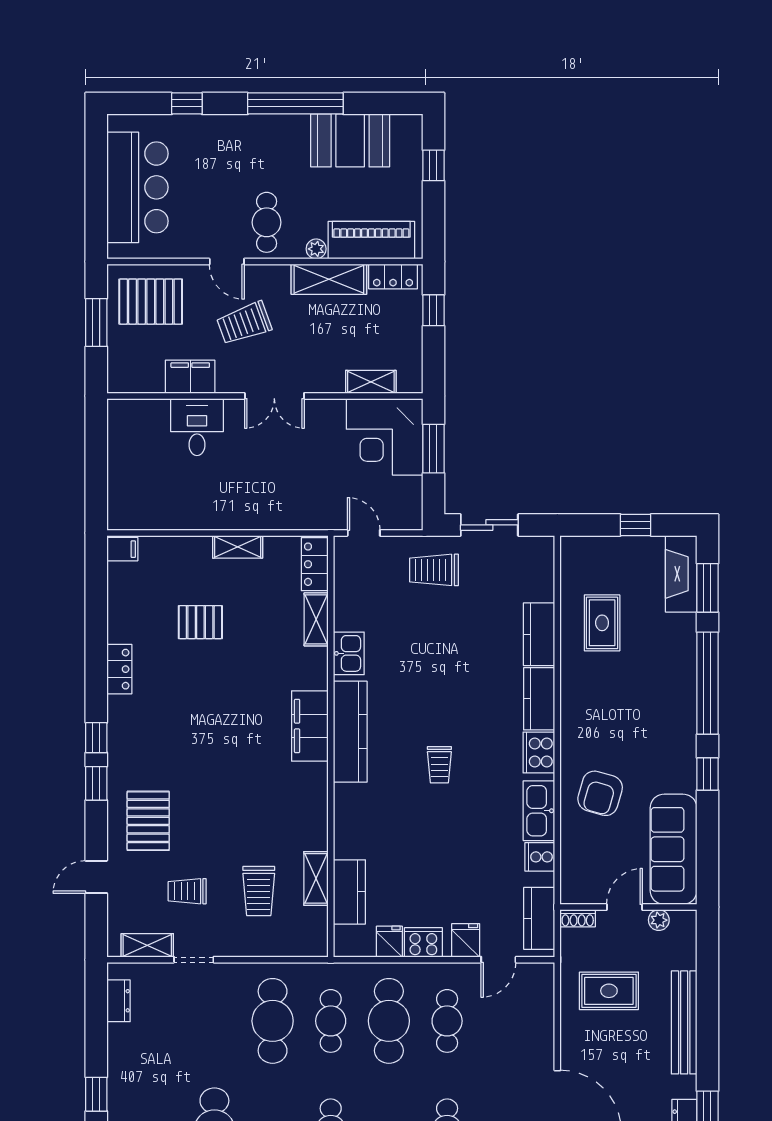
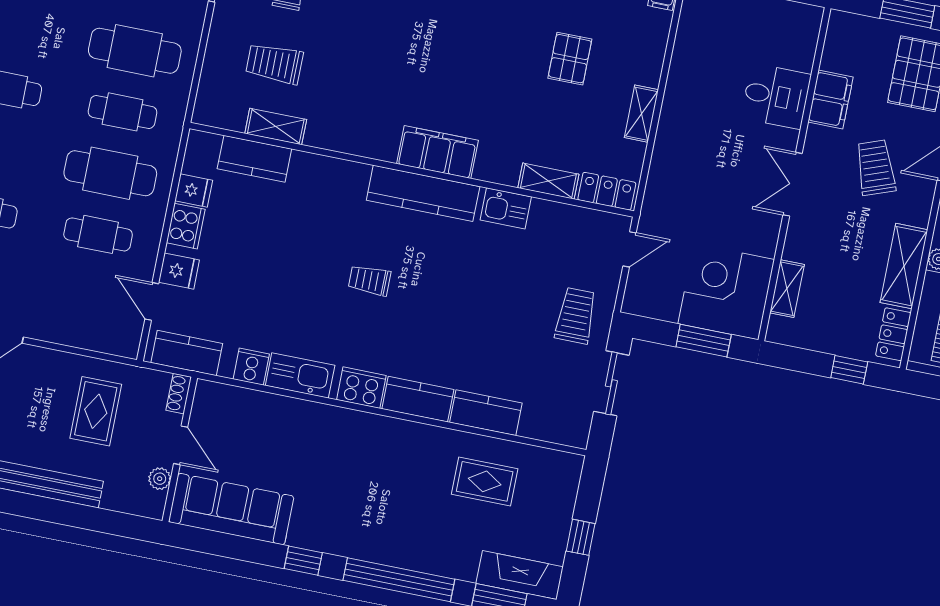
armchair: (600, 793) -> (306, 443), removed

